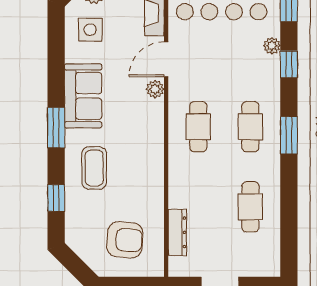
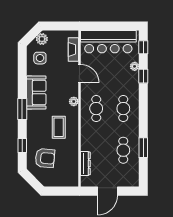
door: (166, 59) -> (79, 73), swing flipped
plant: (155, 89) -> (74, 101), moved
window: (289, 135) -> (143, 148), moved
coffee table: (94, 168) -> (59, 127), moved
armchair: (125, 240) -> (45, 158), moved

